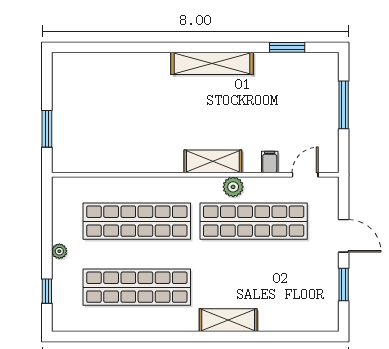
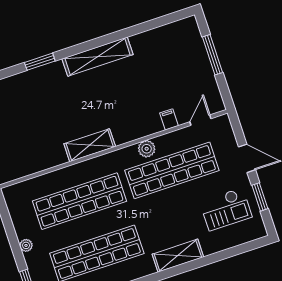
window: (287, 47) -> (40, 62), moved
shelving: (213, 161) -> (90, 145), moved
checkout: (300, 286) -> (226, 209), added

